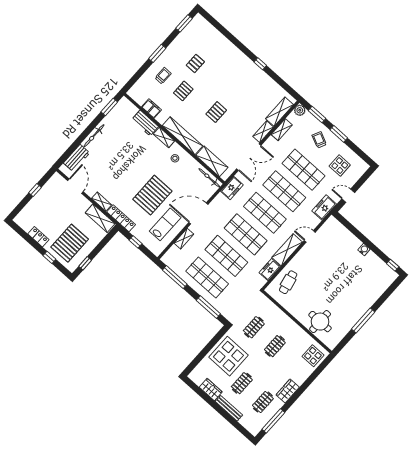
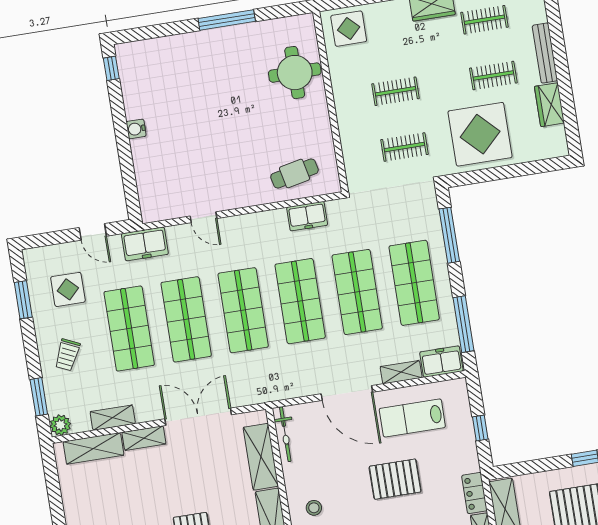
window: (339, 134) -> (23, 300), moved
freezer: (232, 188) -> (441, 362), moved
pallet: (152, 195) -> (395, 479), width x0.73, depth x0.71
locker: (121, 218) -> (474, 493), width x0.66
shelving: (287, 250) -> (255, 225), removed

